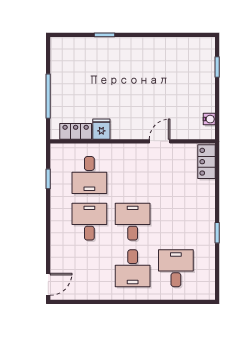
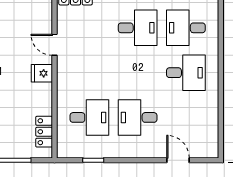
fridge: (101, 129) -> (42, 73), moved
desk: (133, 222) -> (138, 28), moved, turned 180
door: (48, 284) -> (178, 160), moved

